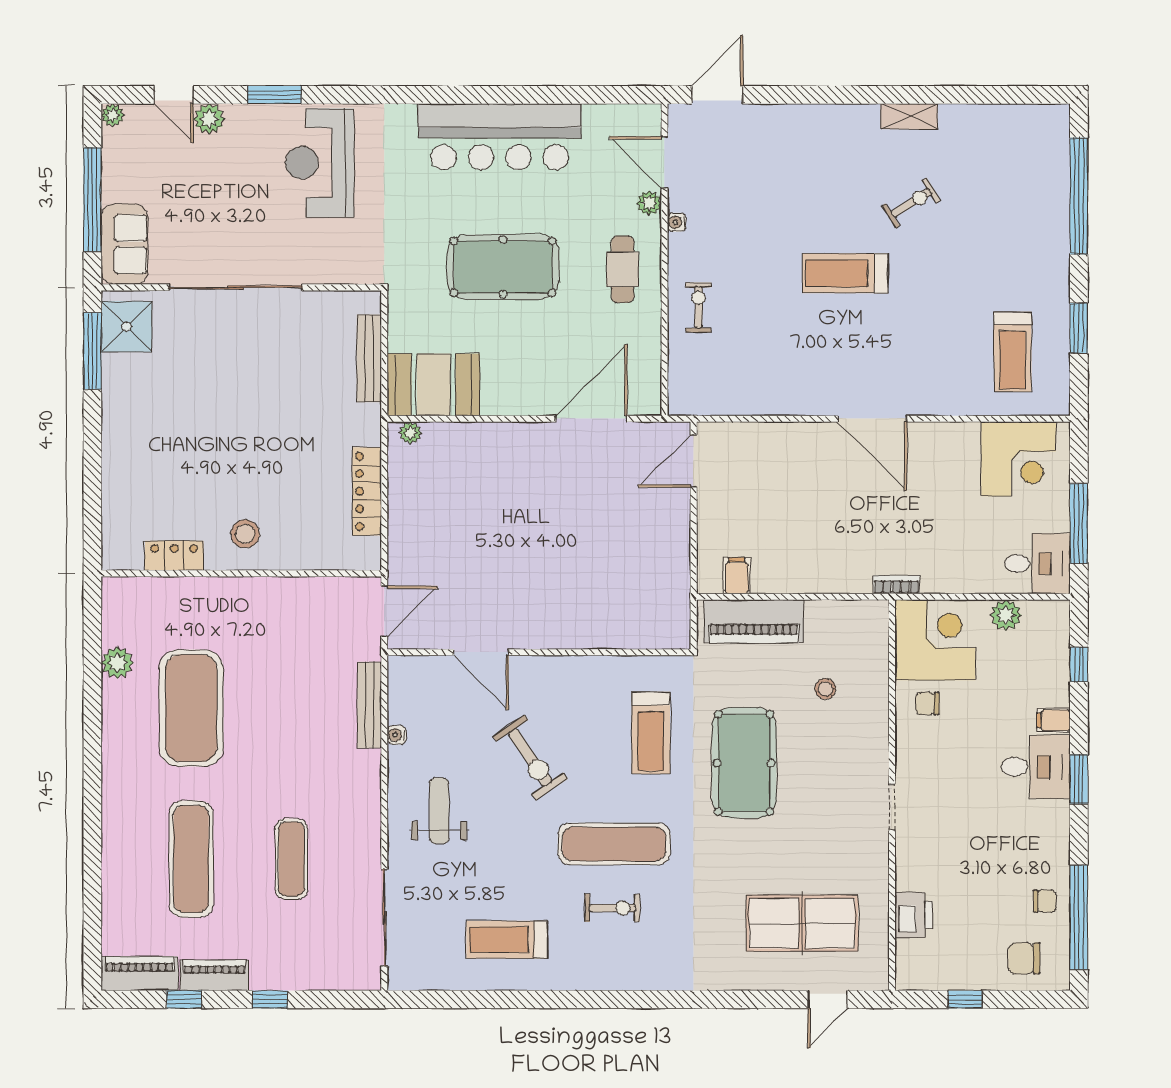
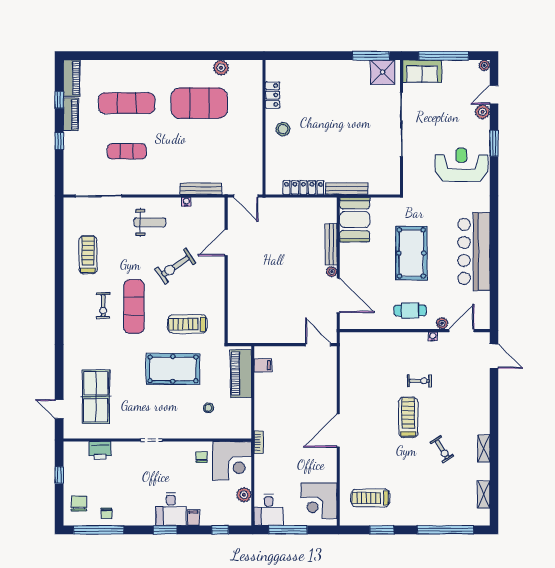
shelving: (1006, 116) -> (484, 495), added
exercise bike: (699, 307) -> (419, 381), moved
bench: (369, 358) -> (347, 189), moved
plant: (410, 433) -> (332, 272), moved
bench: (485, 434) -> (331, 244), added

